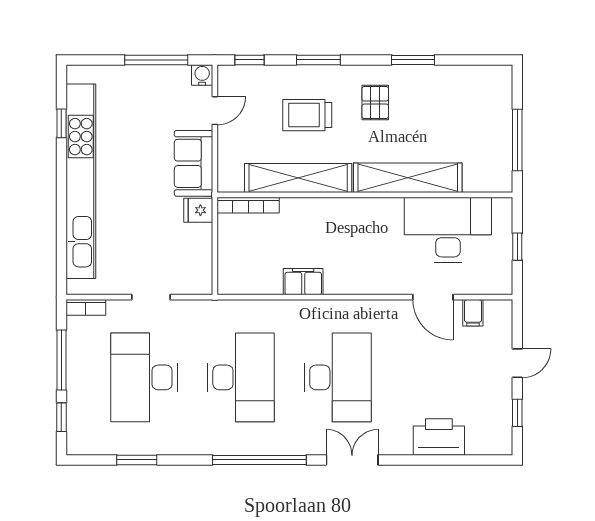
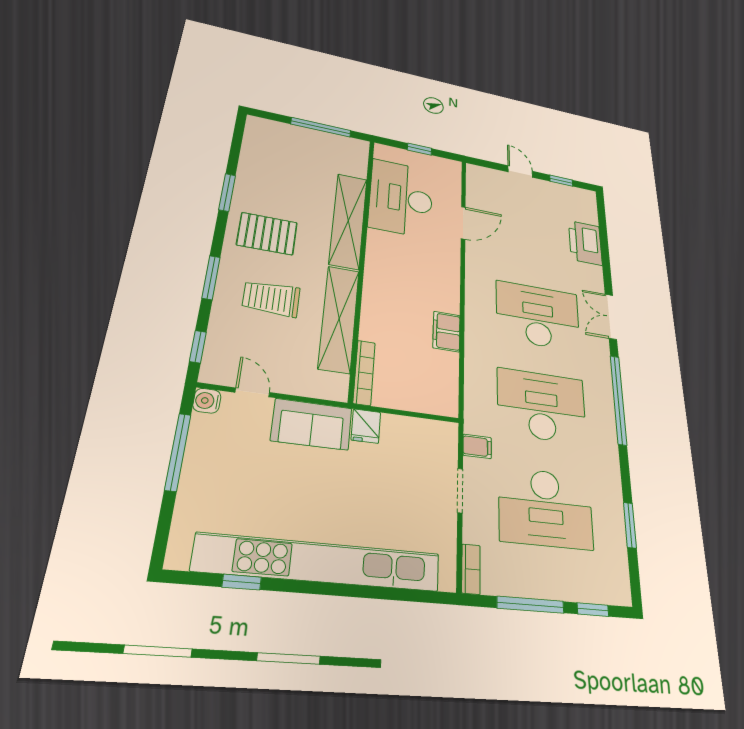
pallet: (375, 103) -> (267, 234), width x1.50, depth x1.42
trolley: (307, 115) -> (271, 299), turned 90
filing cabinet: (473, 313) -> (477, 446), moved

